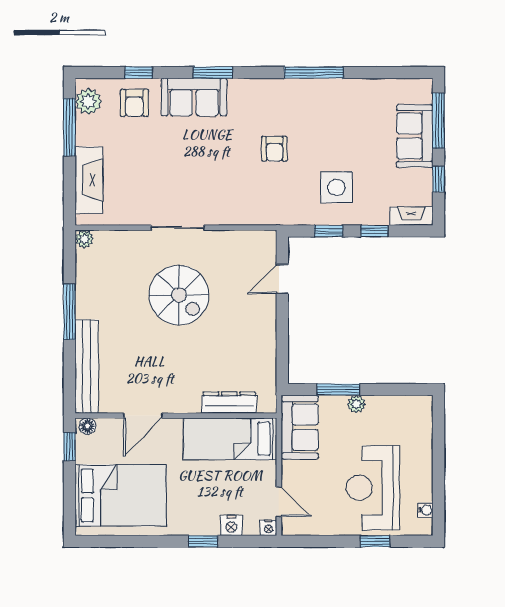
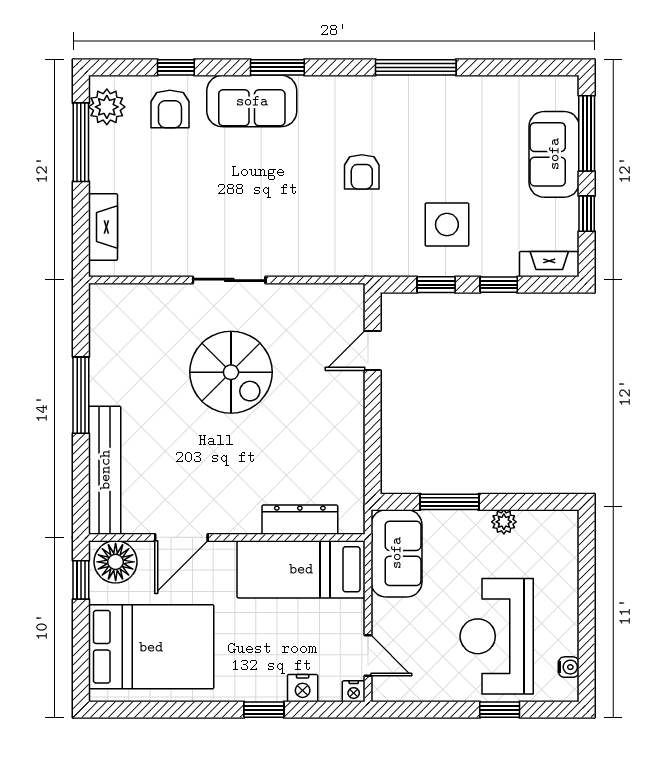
fireplace: (89, 180) -> (103, 227), width x0.73, depth x0.76
plant: (84, 239) -> (101, 296), removed
plant: (356, 404) -> (504, 522), moved
floor lamp: (87, 426) -> (116, 562), width x1.89, depth x1.89

